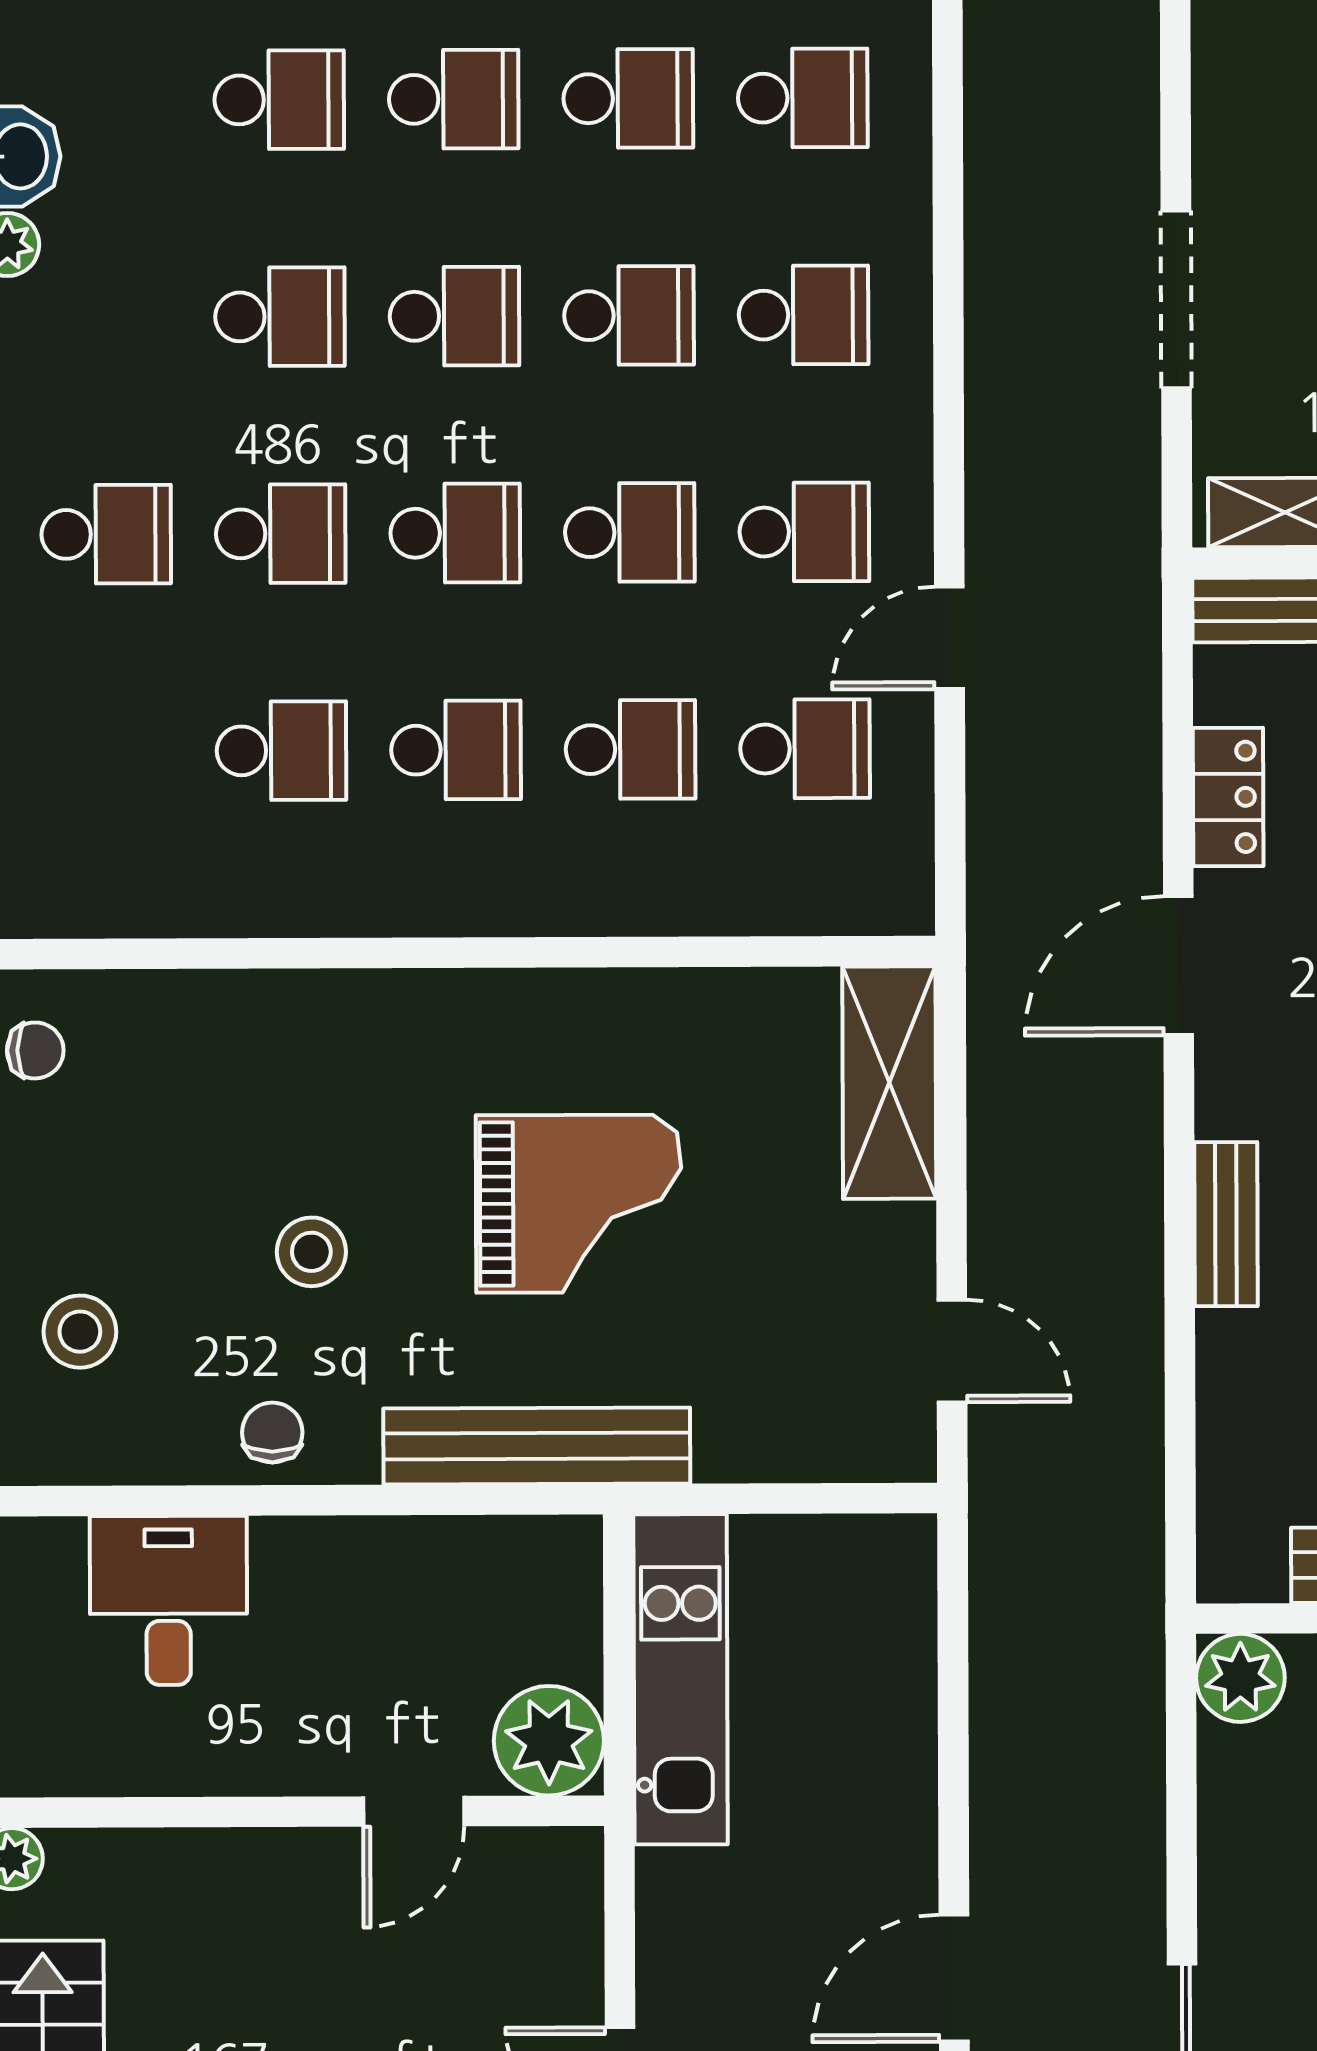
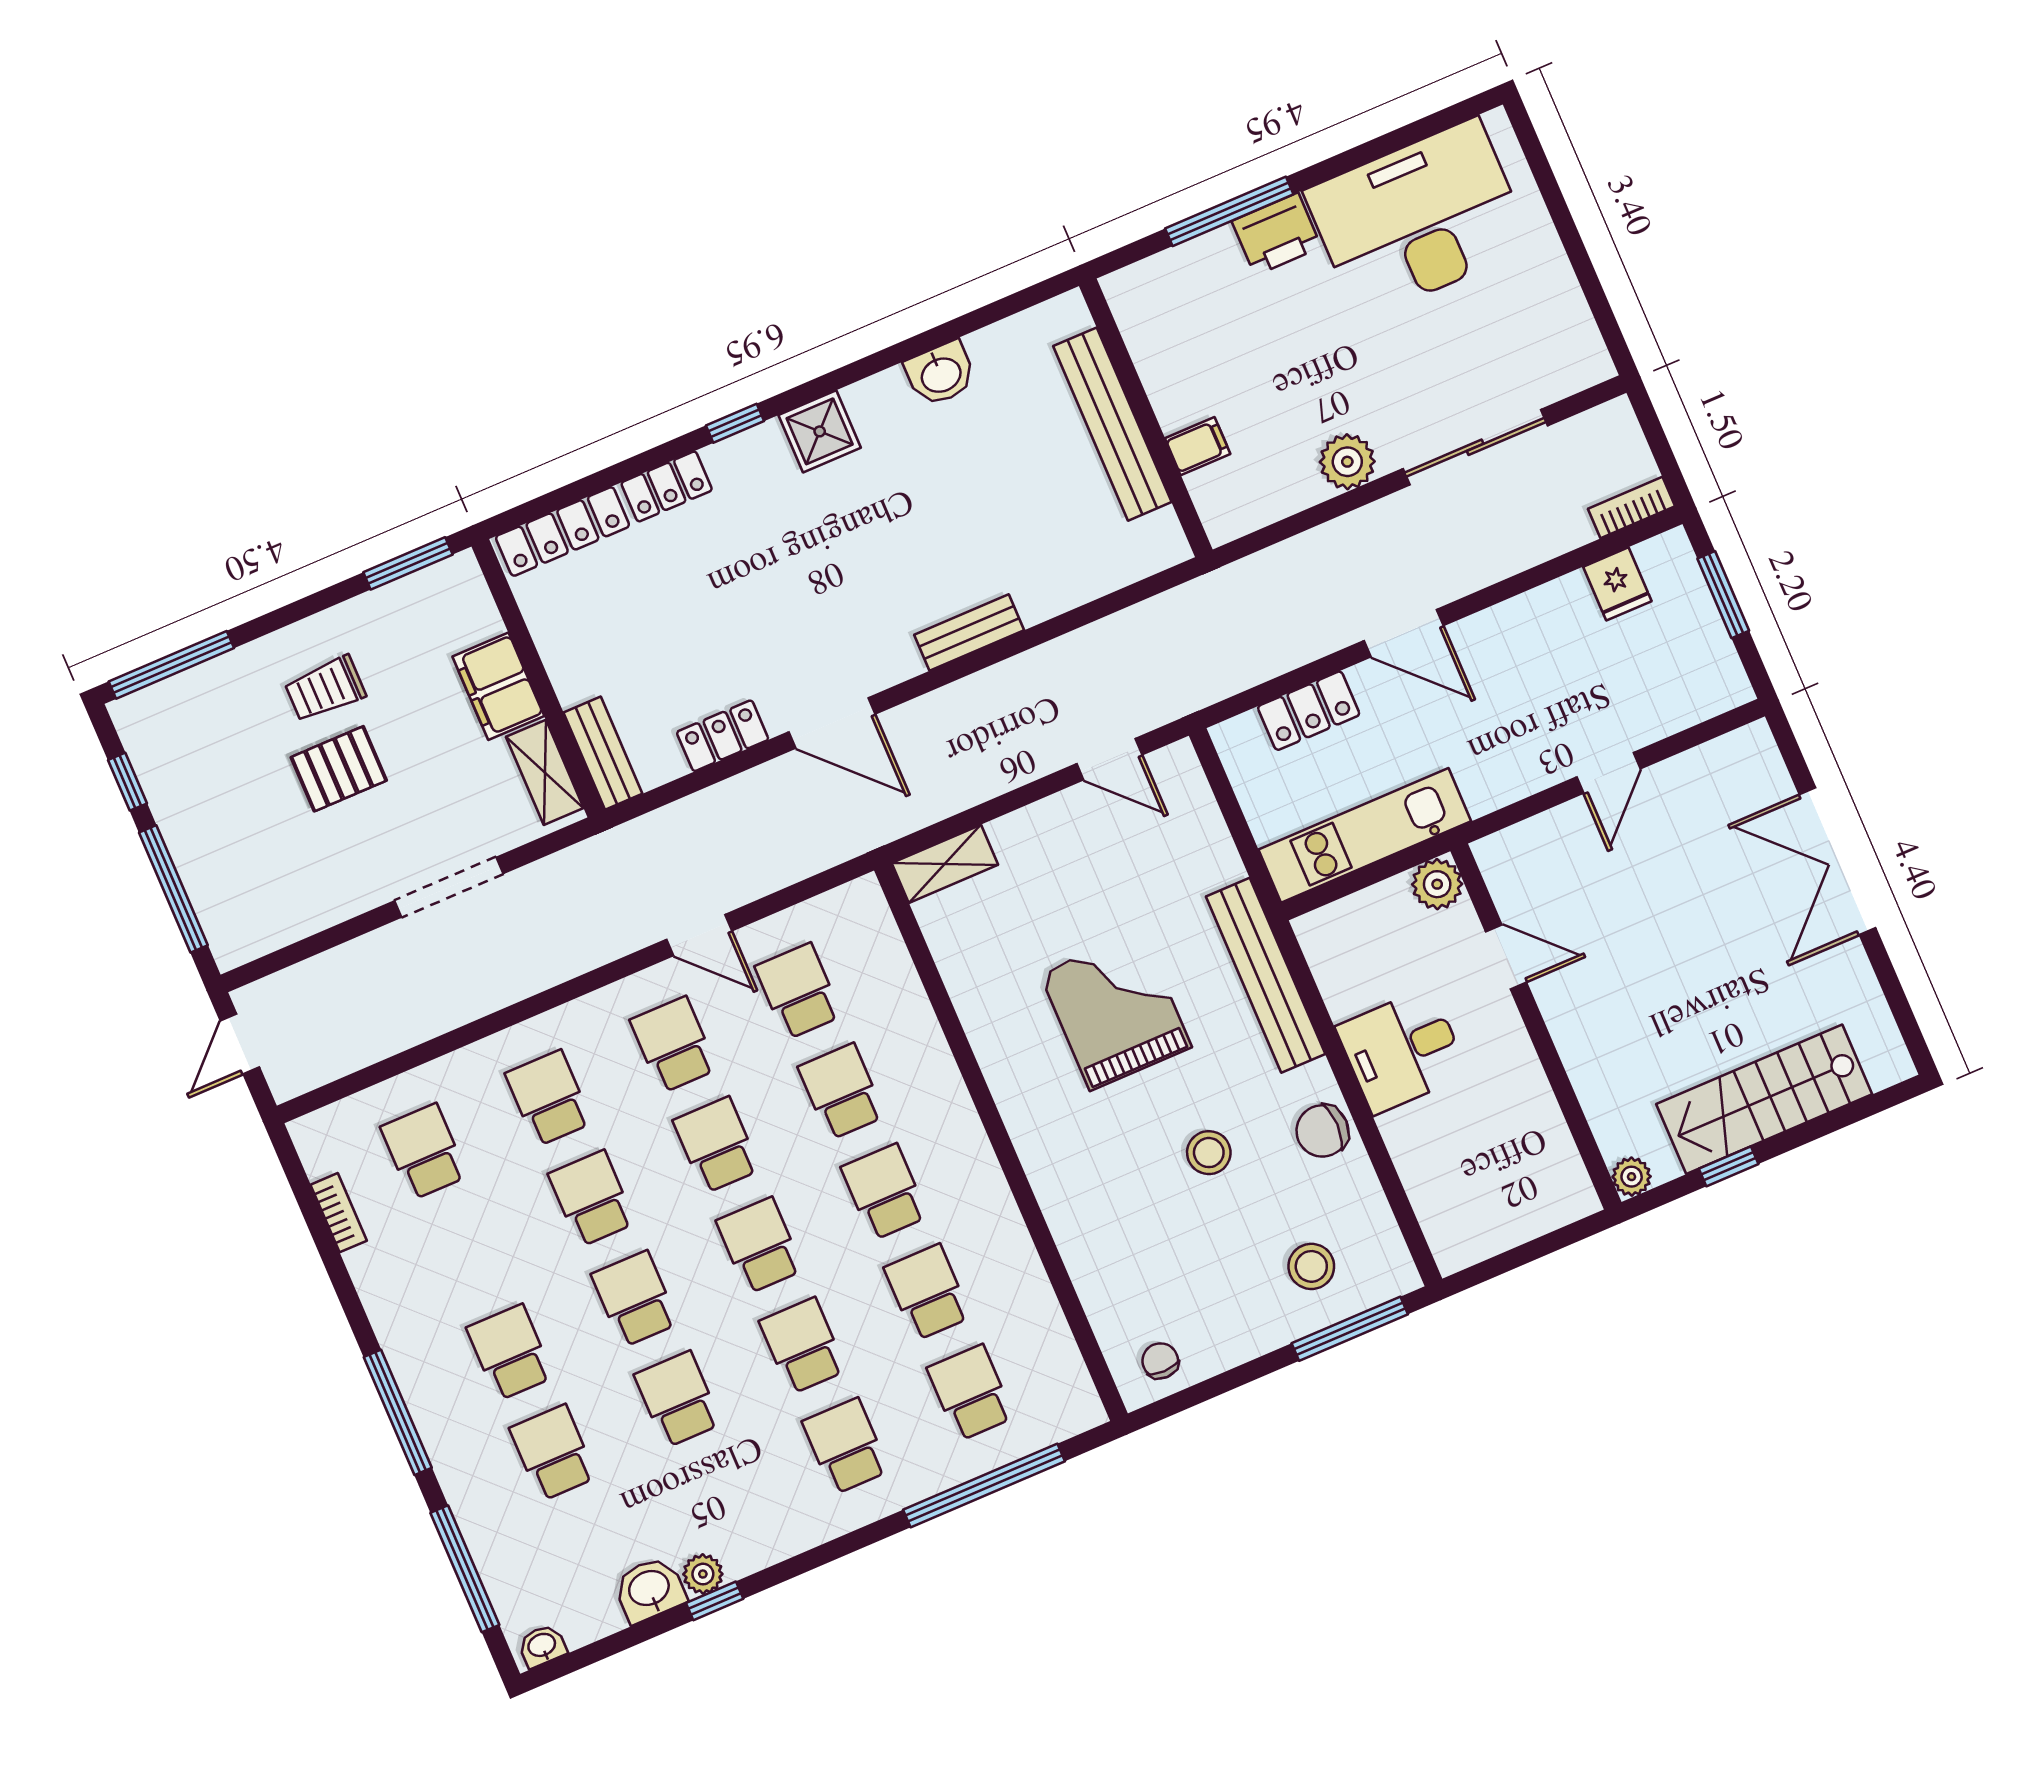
school desk: (628, 99) -> (970, 1393), moved
shelving: (889, 1083) -> (945, 864), width x0.67, depth x0.75
door: (952, 1351) -> (1109, 759), swing flipped
chair: (272, 1432) -> (1322, 1131), width x1.37, depth x1.37
desk: (168, 1600) -> (1402, 1051), moved
locker: (899, 1675) -> (1309, 711), added
plant: (1240, 1678) -> (1347, 462), moved
plant: (549, 1741) -> (1437, 884), width x0.73, depth x0.73
door: (954, 1978) -> (1404, 633), moved

